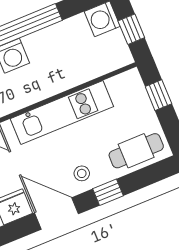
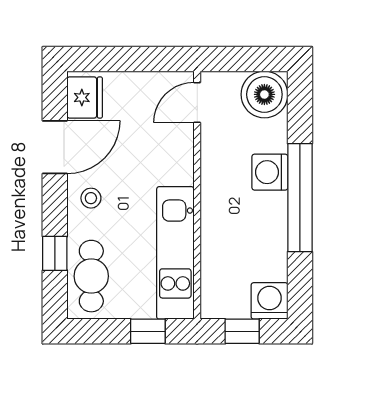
kitchen unit: (62, 113) -> (175, 253), moved
window: (108, 192) -> (55, 253), moved

